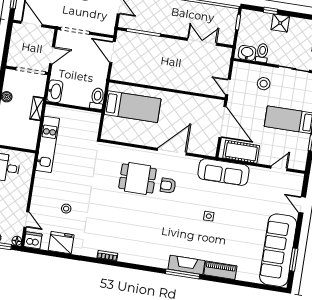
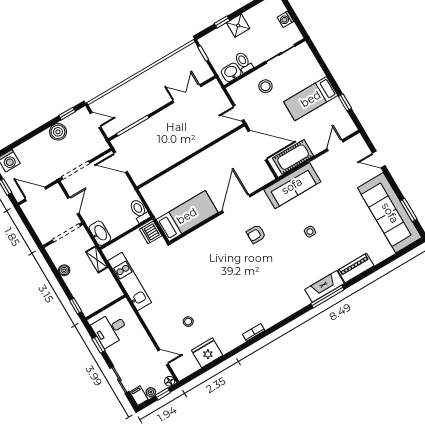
bed: (133, 107) -> (187, 216), moved
dining table: (138, 178) -> (226, 249), removed
dishwasher: (33, 240) -> (151, 232), moved, turned -90

